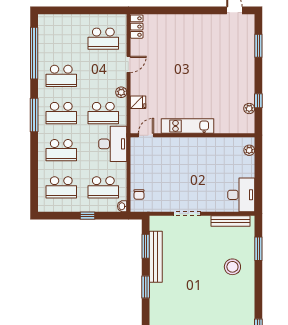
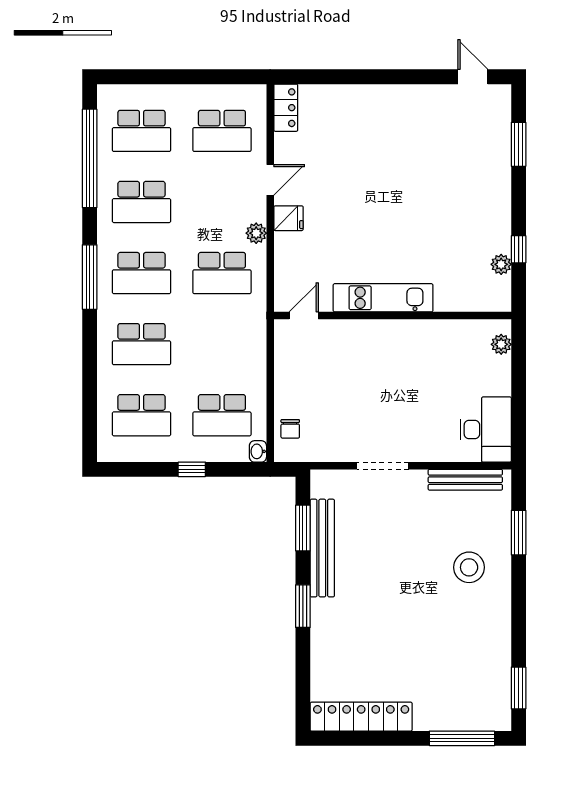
school desk: (61, 39) -> (141, 131), added
fridge: (138, 102) -> (289, 218), moved
desk: (113, 144) -> (240, 332), removed

